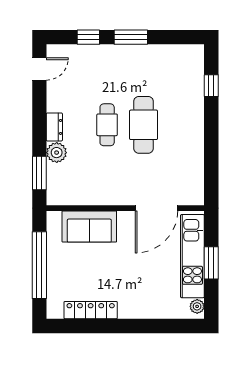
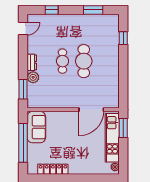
window: (131, 37) -> (93, 10), moved
sofa: (89, 227) -> (36, 127), moved, turned -90
window: (211, 263) -> (123, 128), moved

